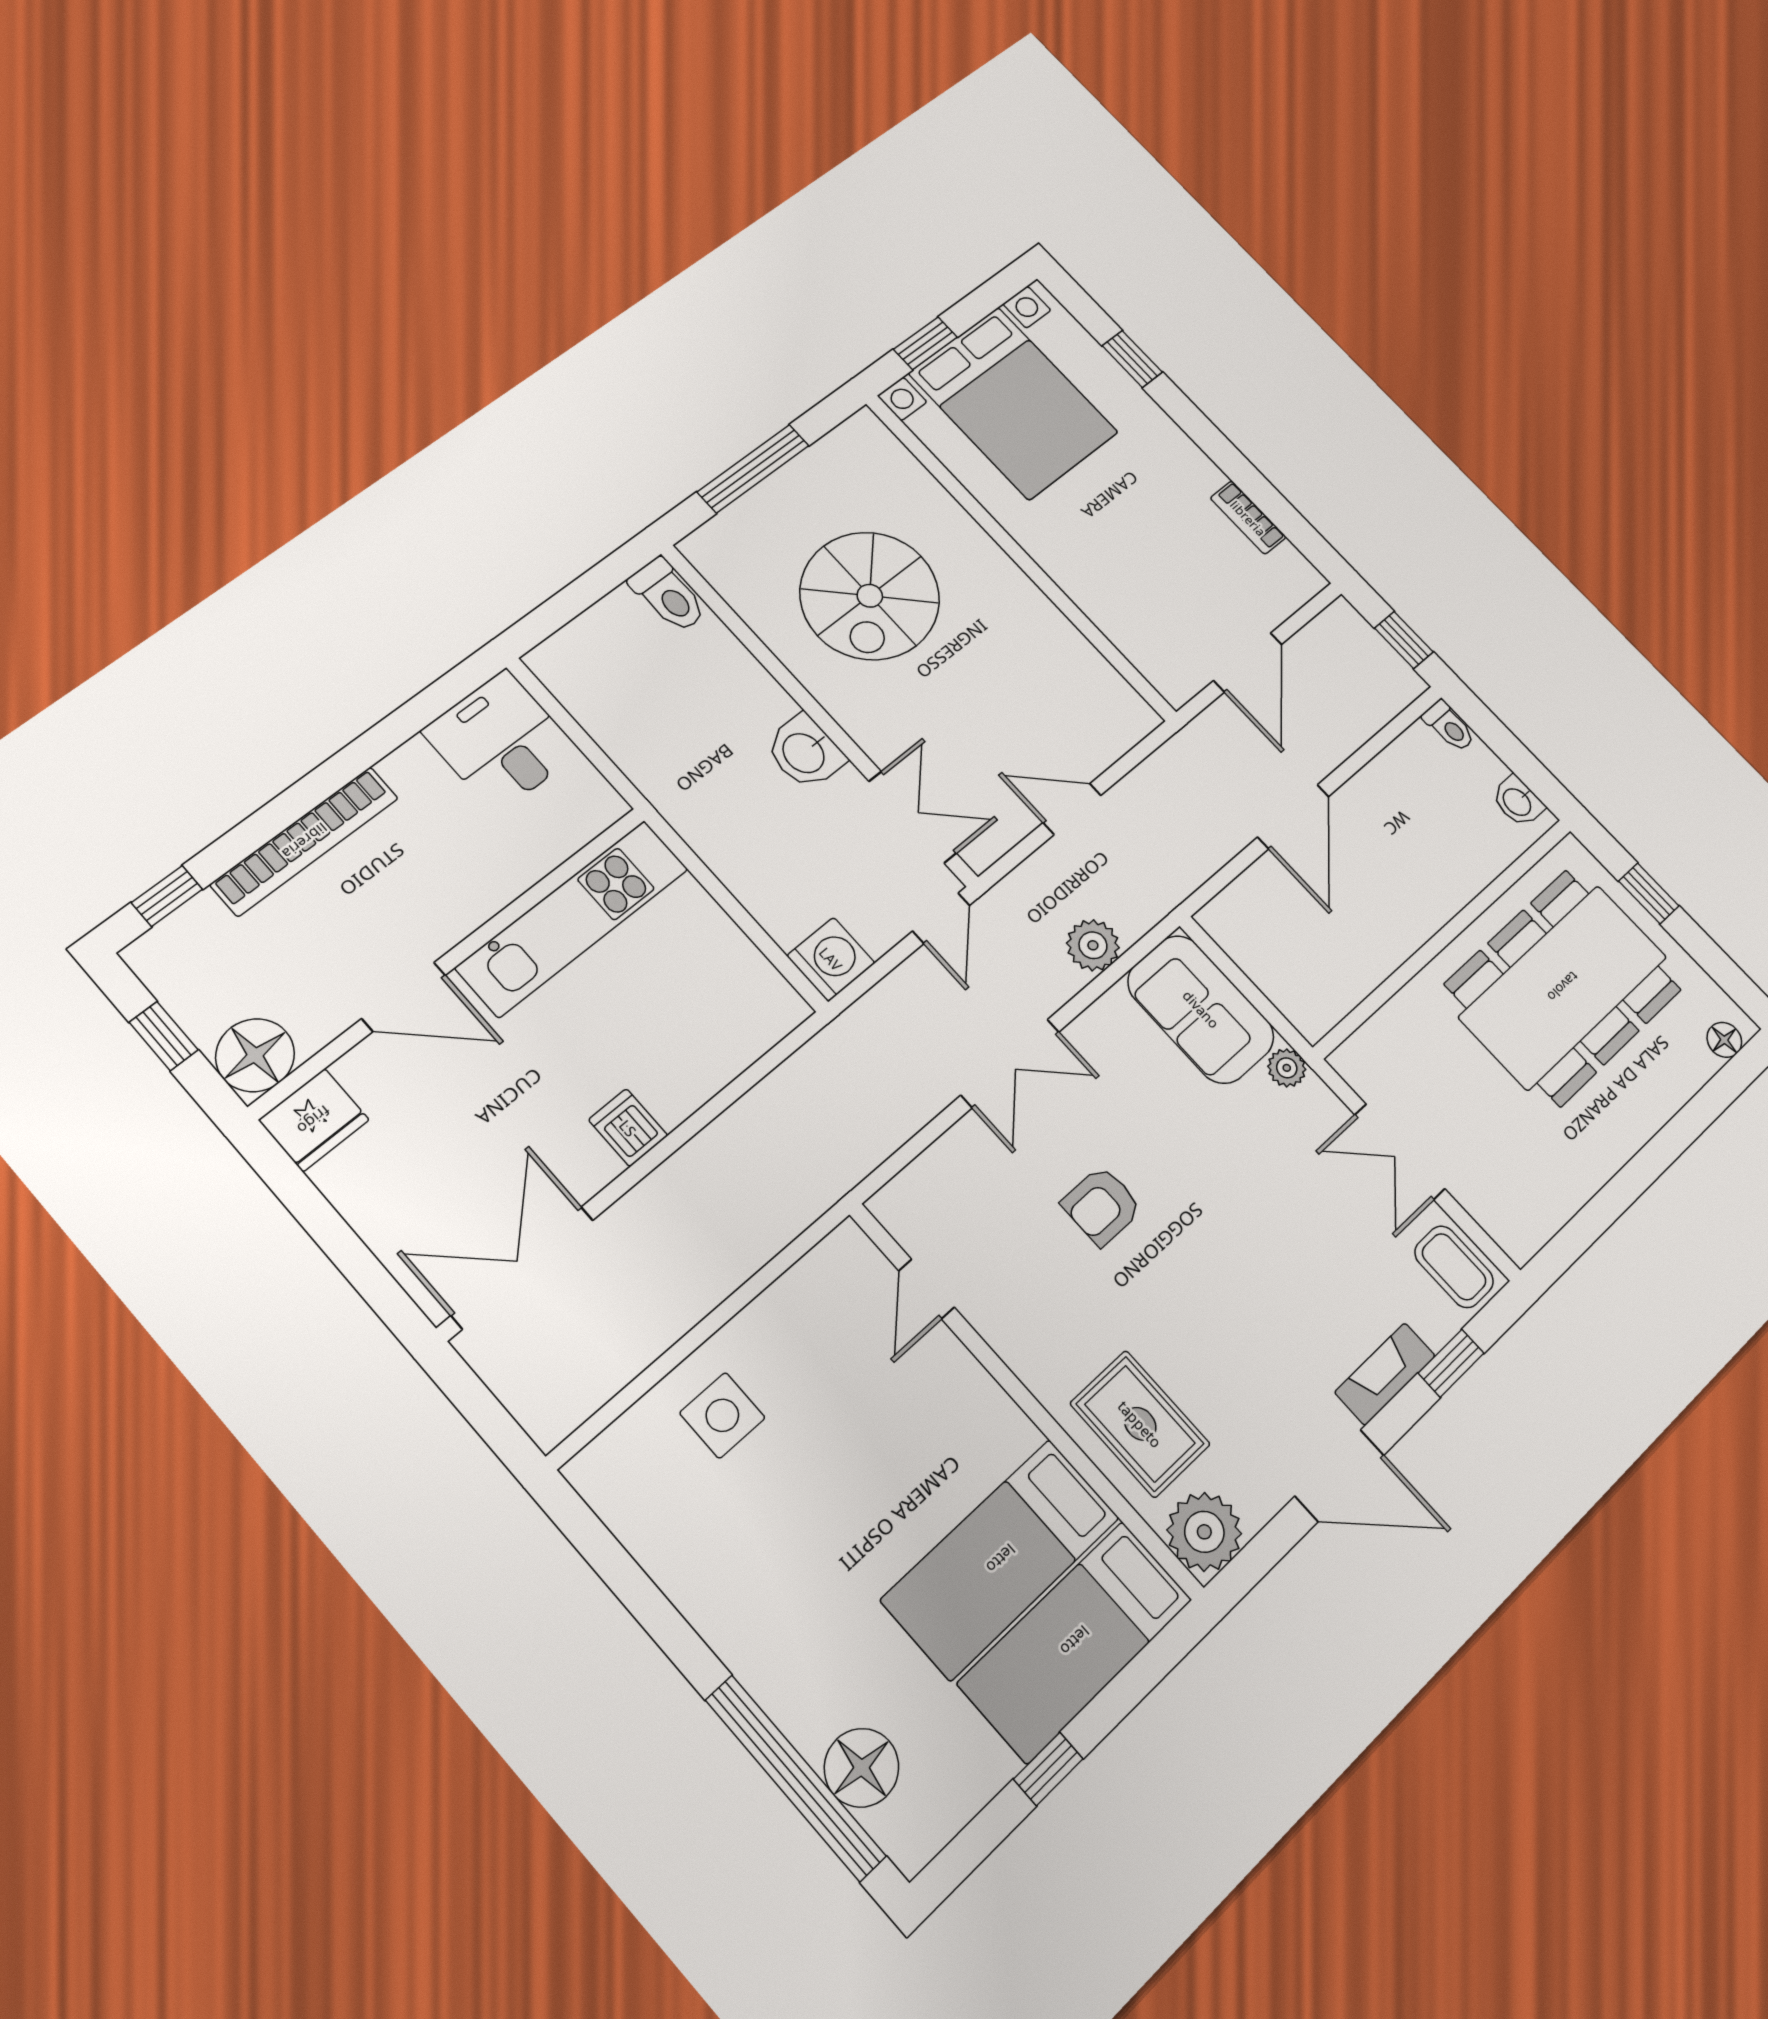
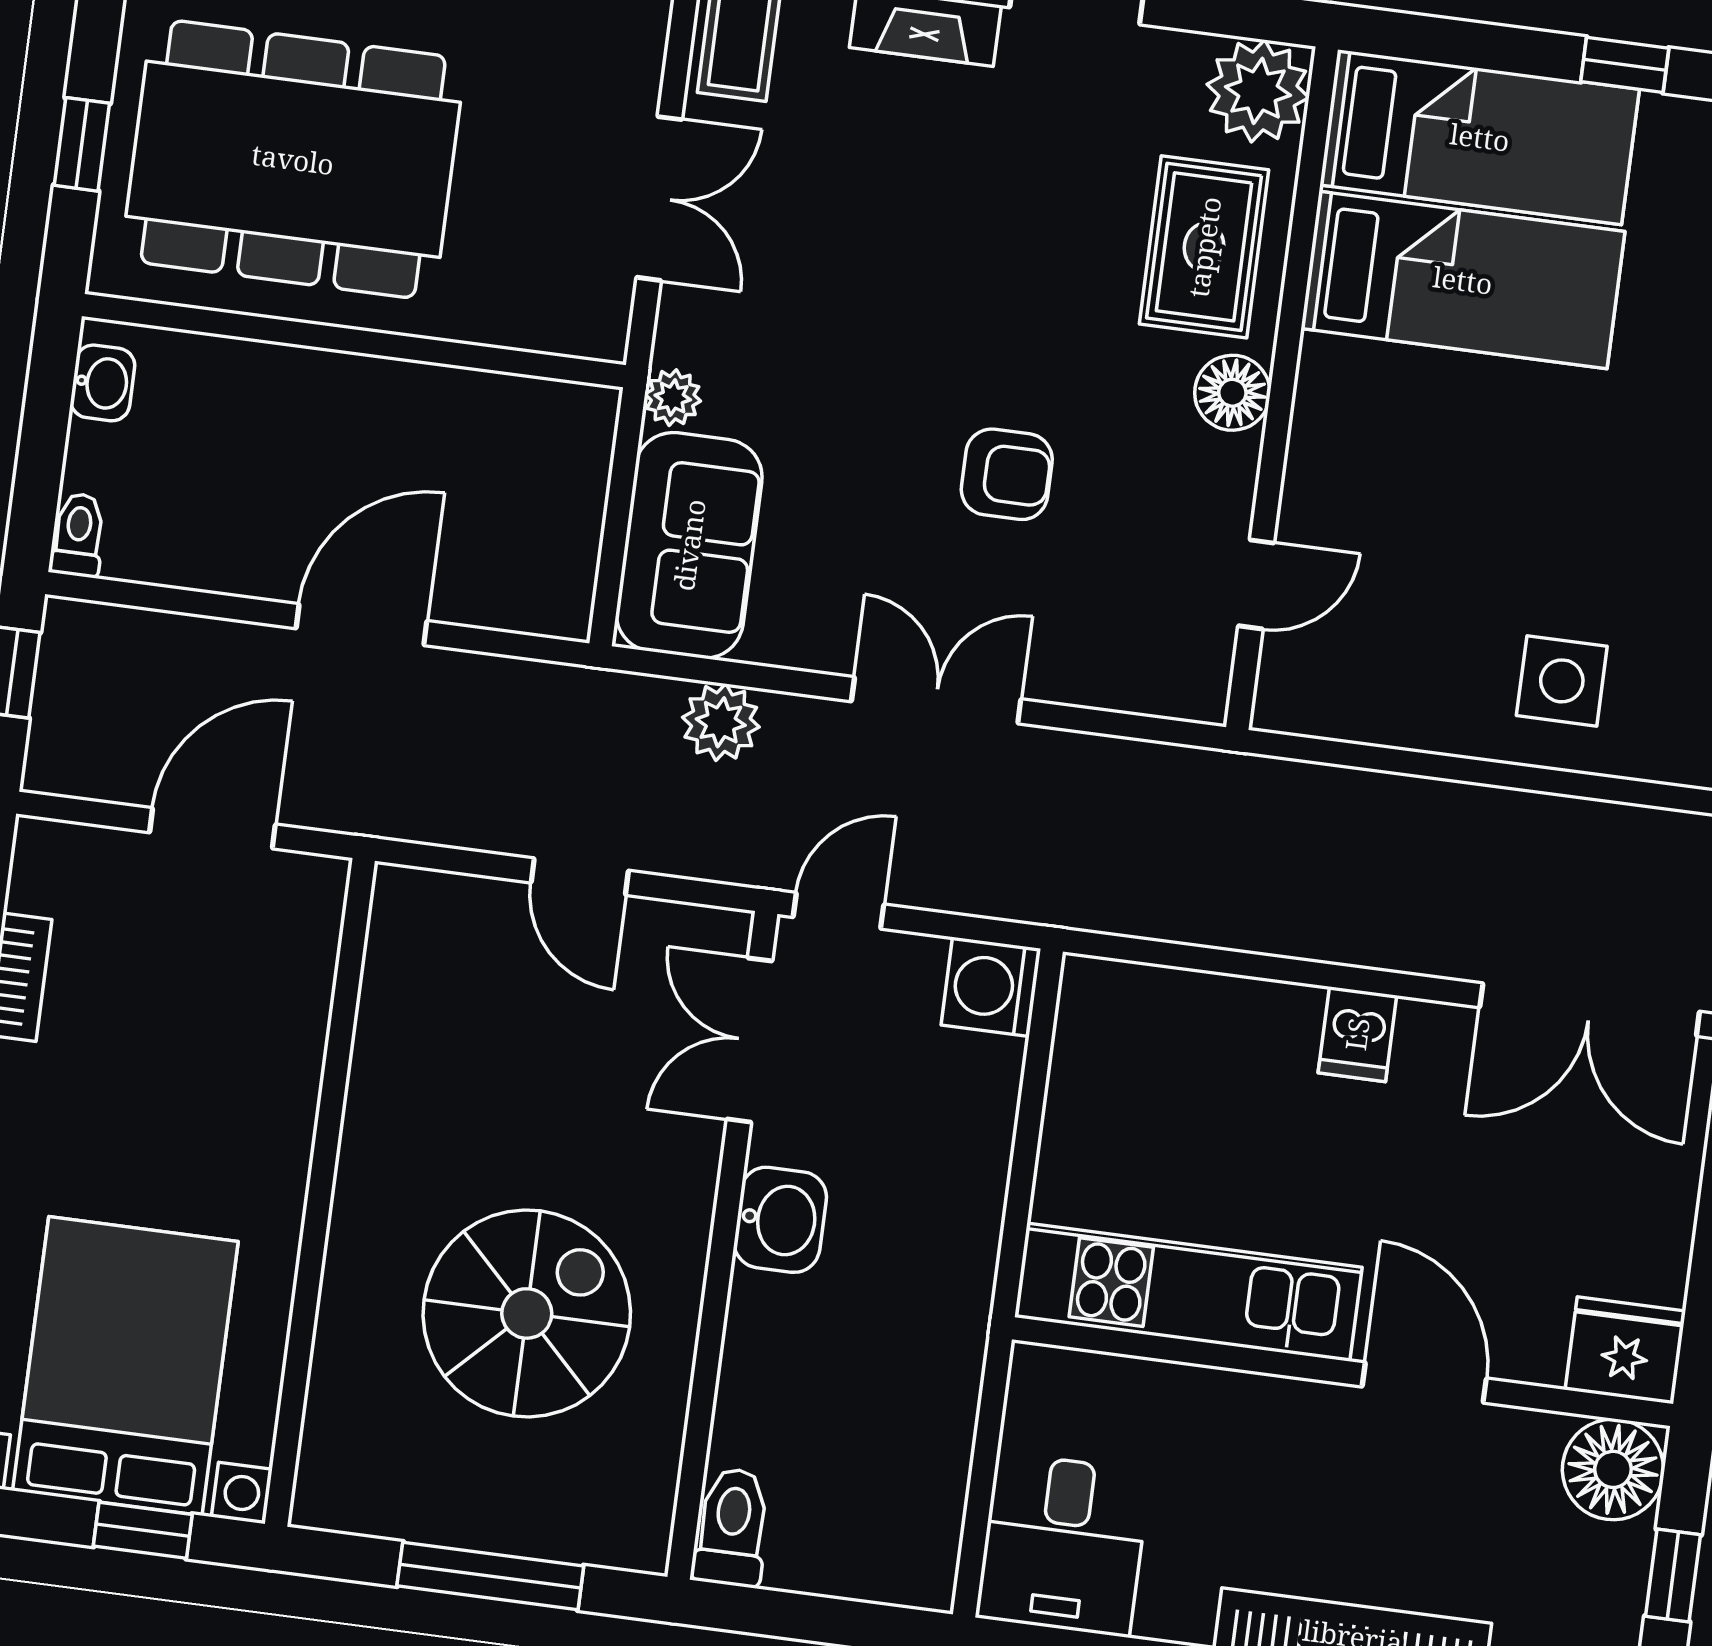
floor lamp: (1045, 1369) -> (1232, 393), added

